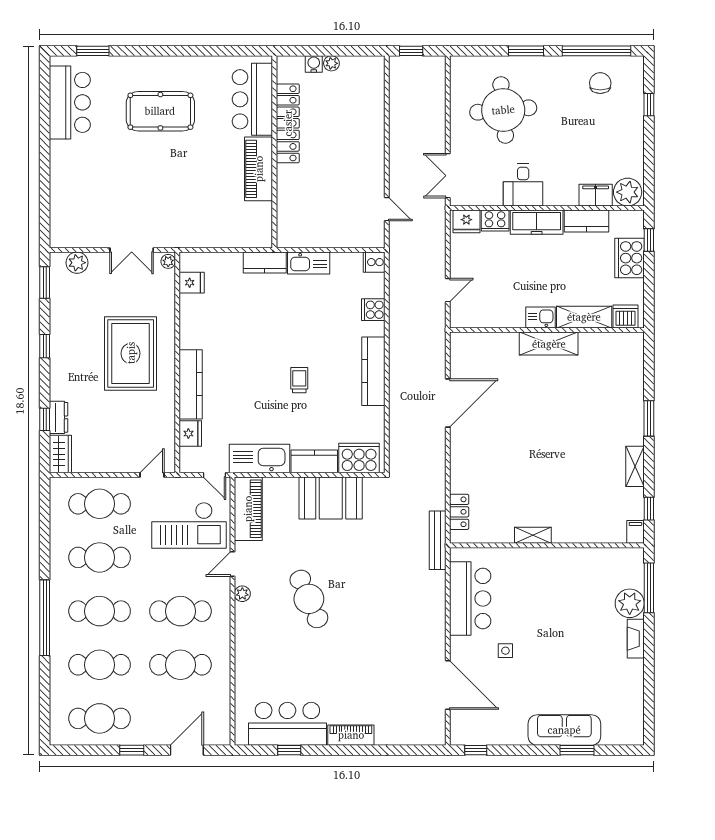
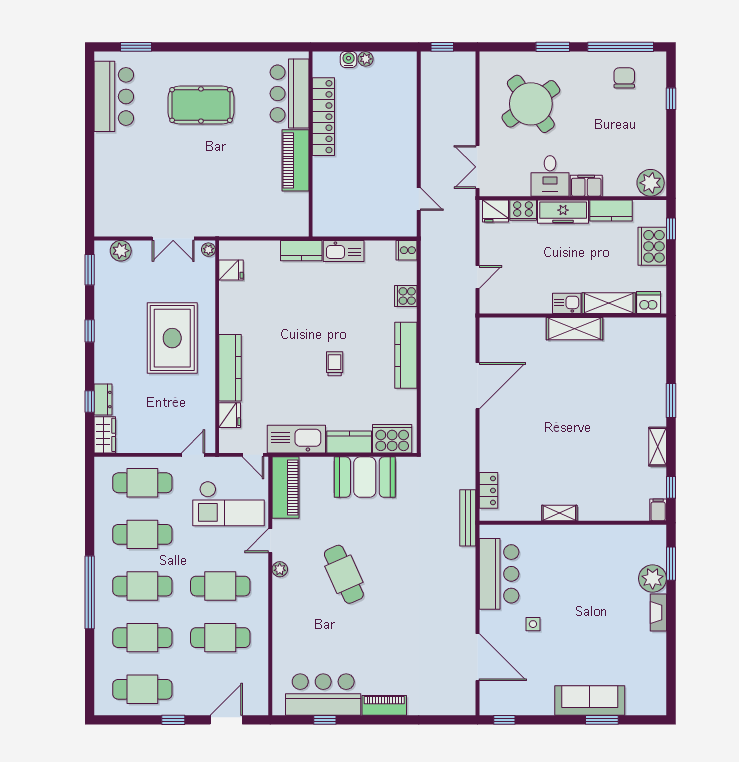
round table: (503, 110) -> (531, 104), turned -31
filing cabinet: (596, 195) -> (586, 186), moved
window: (649, 588) -> (671, 564), width x0.69

